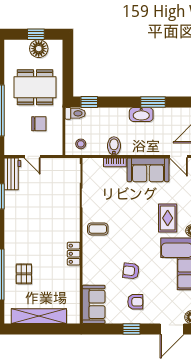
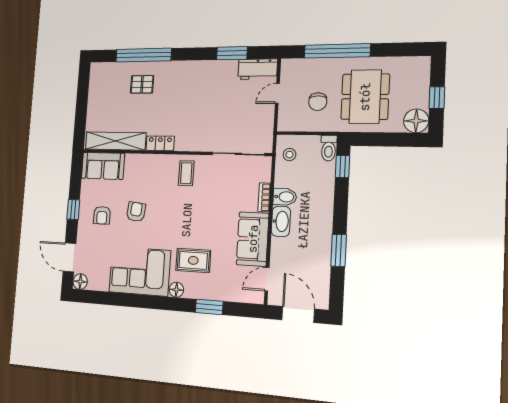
floor lamp: (39, 49) -> (416, 121), moved
washbasin: (141, 114) -> (281, 221), moved, turned 180
shelving: (39, 316) -> (116, 141), moved, turned 90

